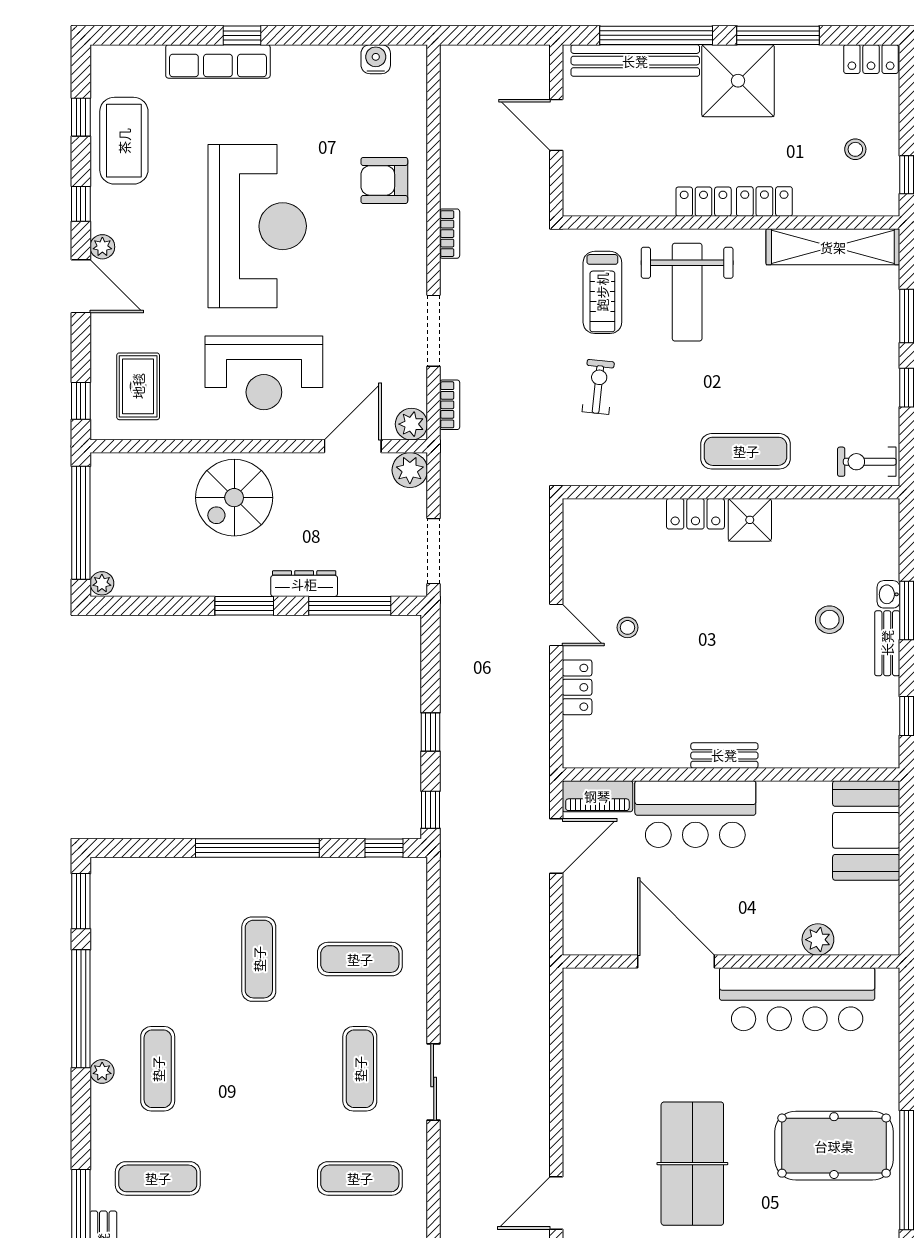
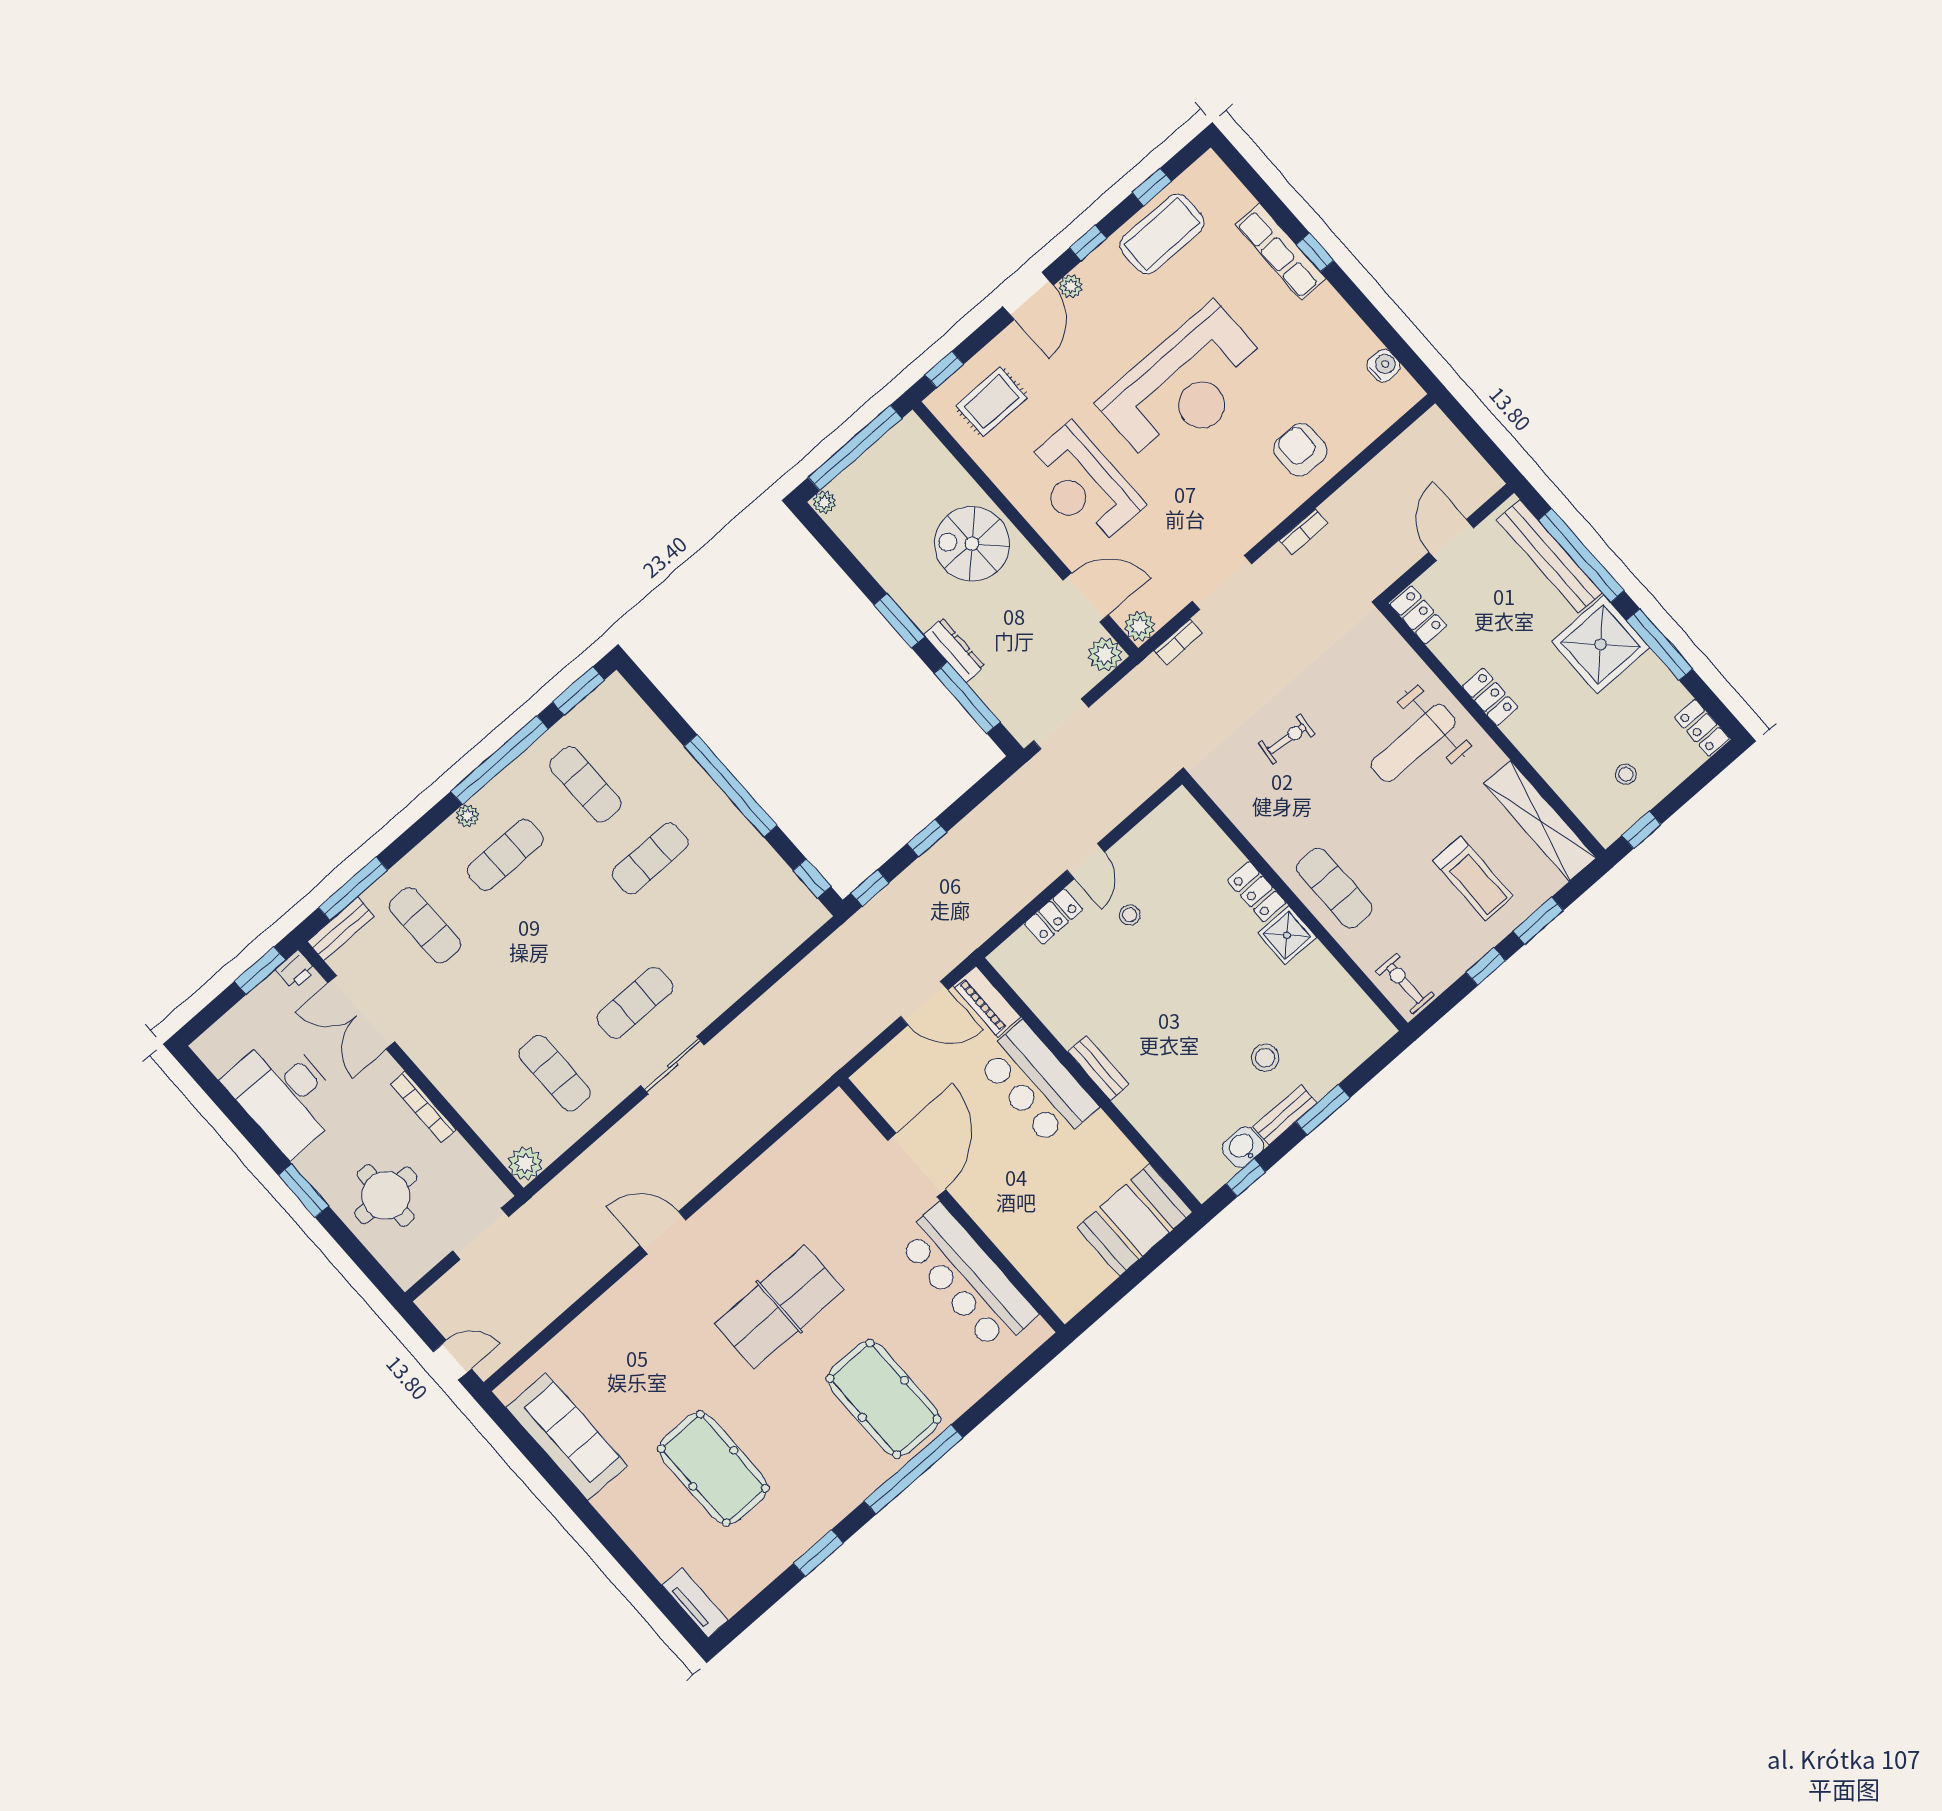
locker: (764, 201) -> (1418, 615), moved
treadmill: (602, 292) -> (1473, 878), moved, turned -90
washbasin: (888, 594) -> (1243, 1147), moved, width x1.38, depth x1.45
plant: (818, 940) -> (1024, 1255), removed
exercise mat: (360, 959) -> (585, 784), moved

